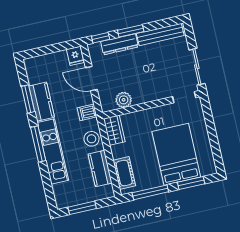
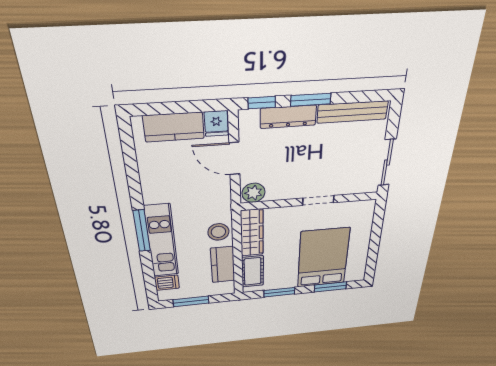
doorway: (184, 97) -> (318, 200), moved
window: (28, 99) -> (132, 174), removed
plant: (124, 100) -> (253, 193), moved
kitchen counter: (42, 102) -> (174, 127), moved, turned 90
dishwasher: (87, 112) -> (167, 283), moved, turned 180
wardrobe: (114, 130) -> (252, 233), width x1.50
window: (150, 192) -> (279, 292), width x0.69

